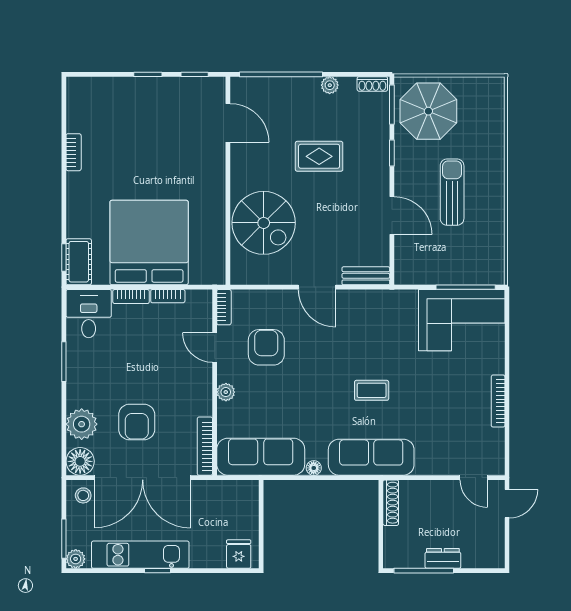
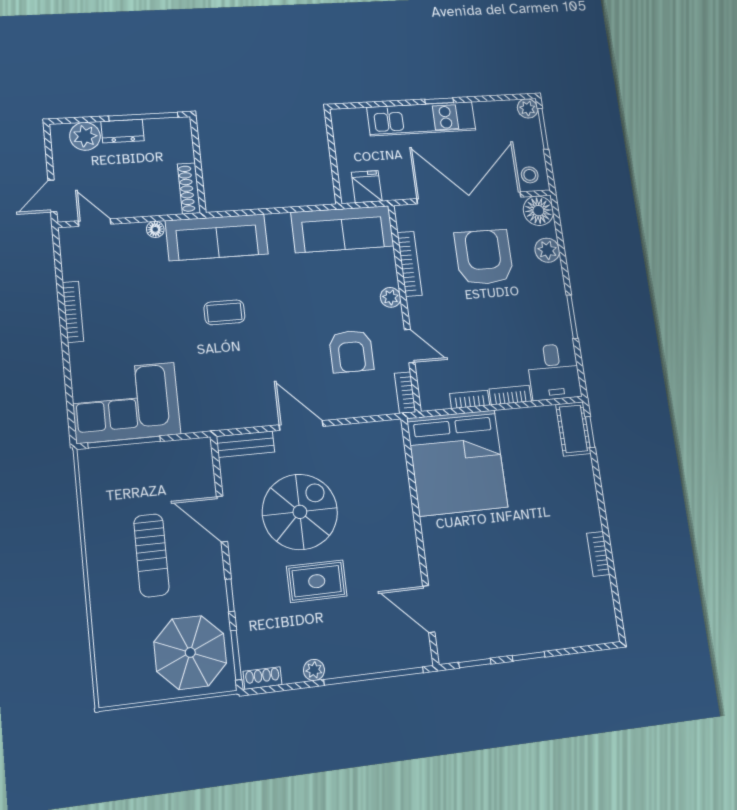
spiral stairs: (264, 223) -> (300, 512), moved, turned 90
bed: (149, 243) -> (457, 463), moved
armchair: (137, 422) -> (484, 257), width x1.36, depth x1.36
plant: (82, 424) -> (547, 250), width x0.73, depth x0.73
bookcase: (205, 446) -> (410, 264), moved
floor lamp: (314, 468) -> (155, 229), moved
fridge: (239, 554) -> (367, 187), moved, turned 180
kitchen unit: (140, 555) -> (421, 119), moved
plant: (475, 556) -> (85, 136), added

